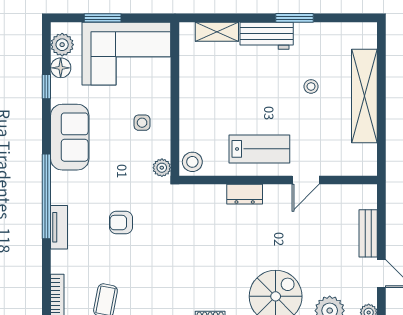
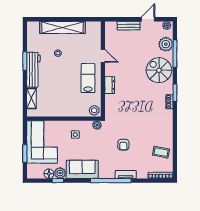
workbench: (267, 36) -> (33, 70), width x1.38
plant: (62, 45) -> (60, 173), moved

